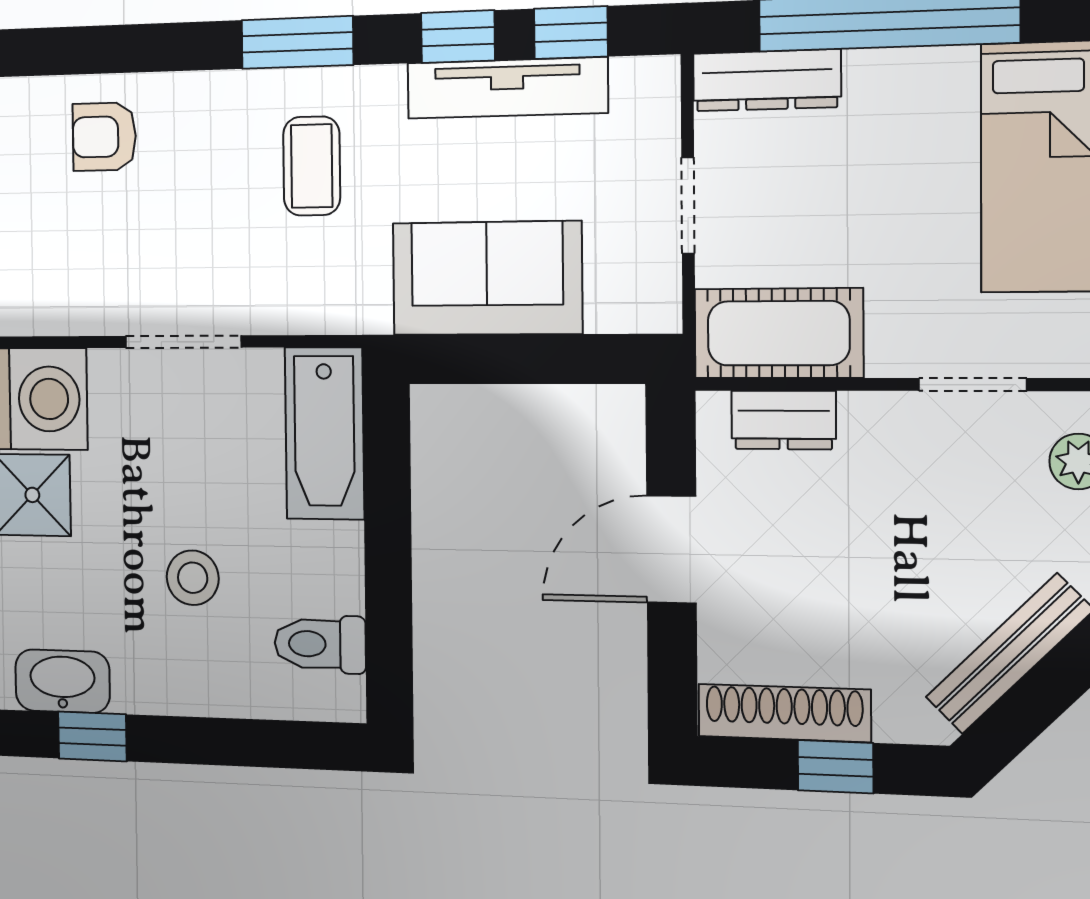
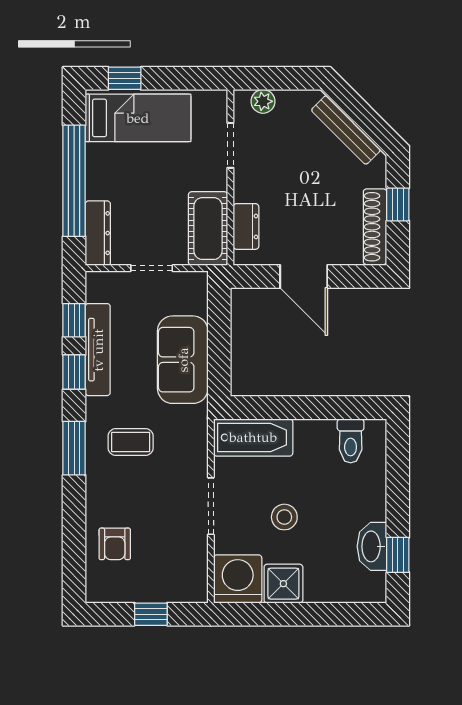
stool: (193, 578) -> (284, 517), moved
washbasin: (62, 681) -> (372, 546), moved

